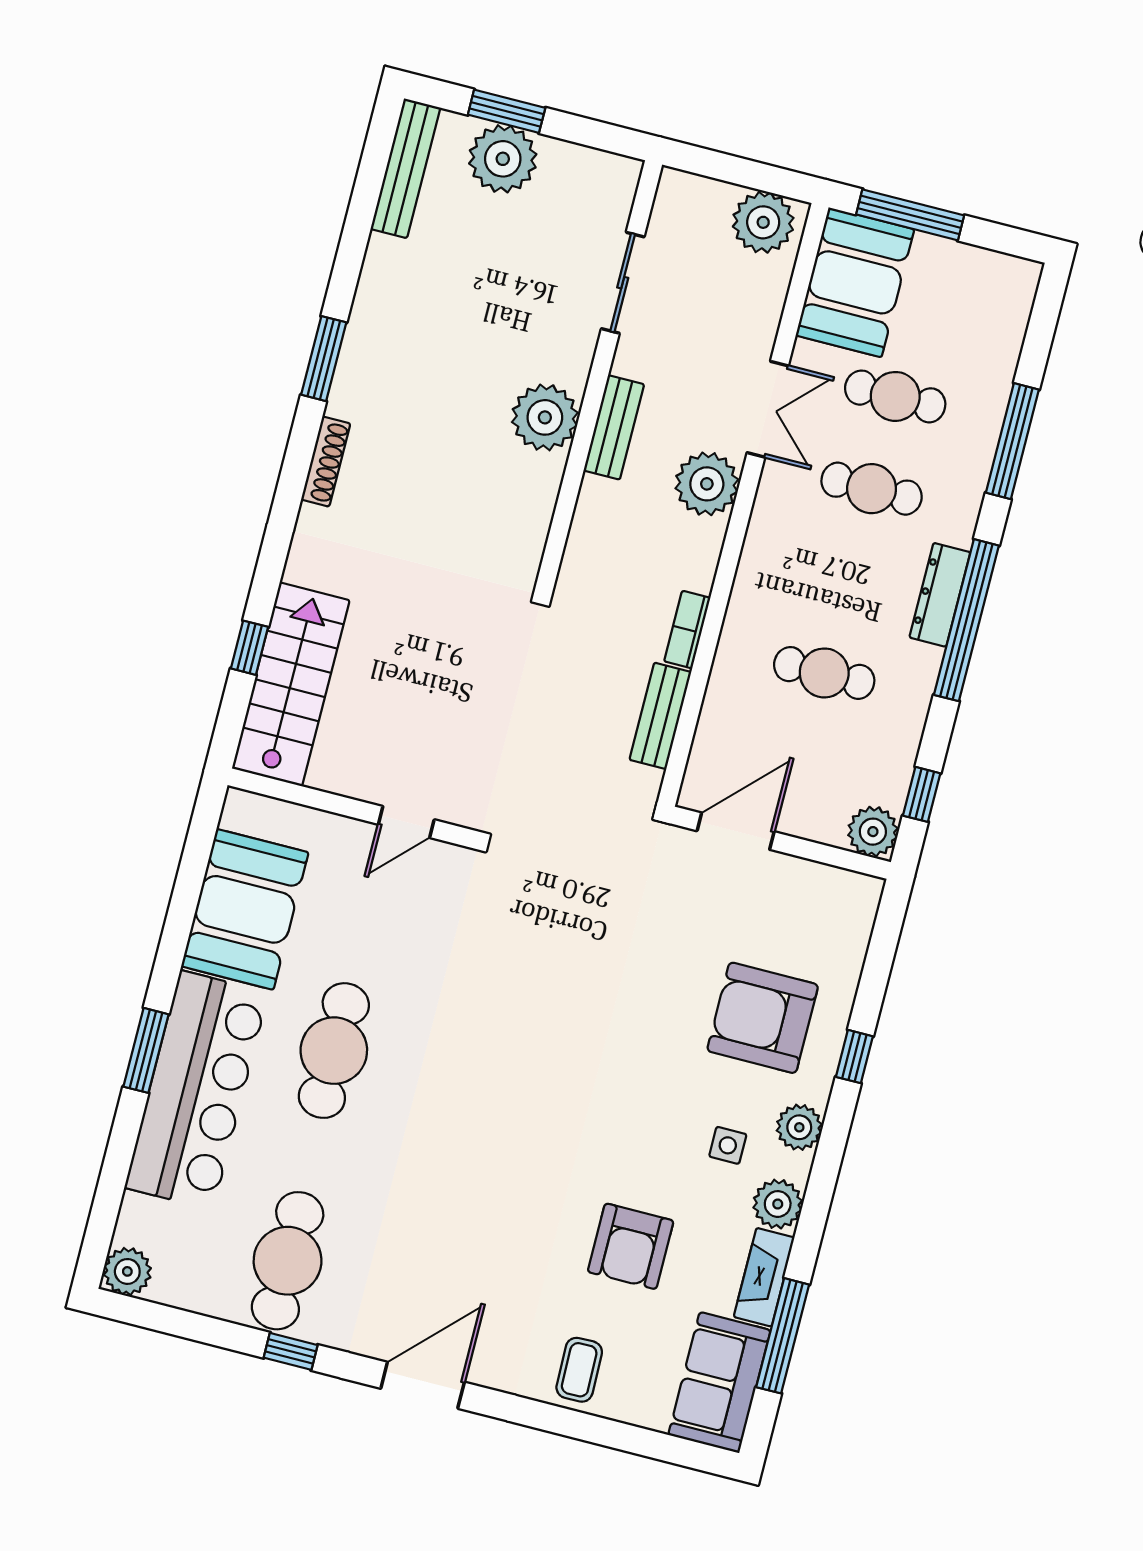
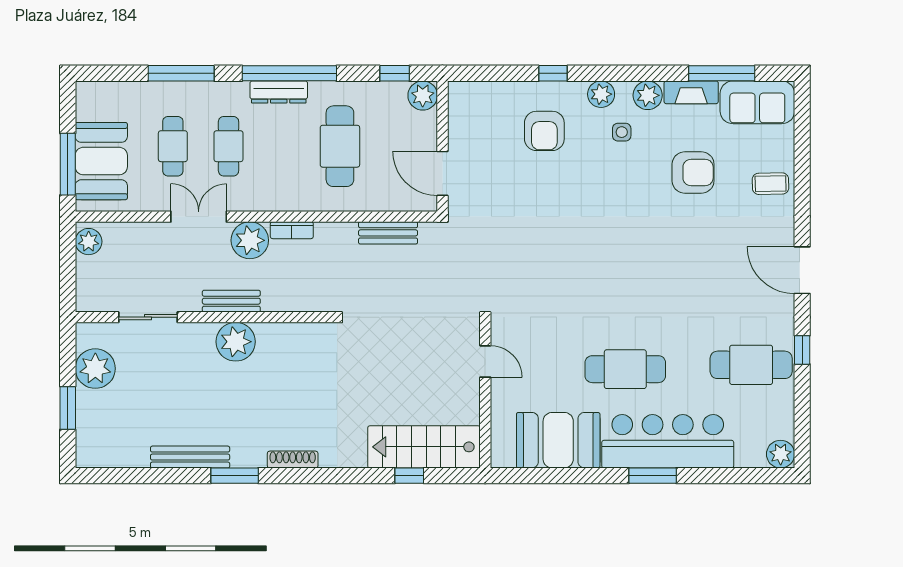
plant: (503, 159) -> (95, 369), moved
bench: (405, 168) -> (190, 457), moved
plant: (763, 222) -> (89, 242), width x0.73, depth x0.73
booth: (855, 282) -> (101, 161), moved, turned 90
bookcase: (687, 630) -> (292, 230), moved
cafe table: (824, 673) -> (340, 146), width x1.37, depth x1.35
armchair: (763, 1018) -> (544, 131), width x0.73, depth x0.73

